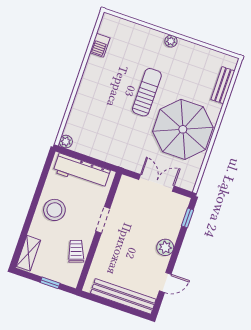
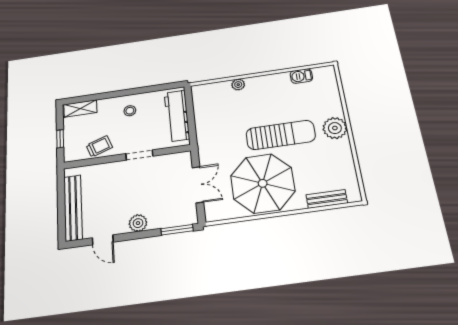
plant: (171, 41) -> (335, 128), width x1.88, depth x1.88
sun lounger: (147, 92) -> (281, 135), width x1.36, depth x1.34
plant: (66, 142) -> (238, 85), moved
stool: (54, 210) -> (130, 111), width x0.53, depth x0.53
window: (187, 218) -> (177, 230), width x1.50

